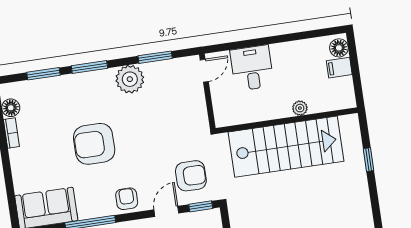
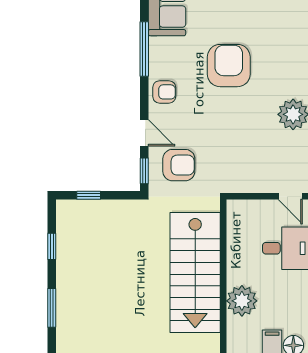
plant: (300, 108) -> (242, 301), width x1.88, depth x1.88
armchair: (191, 176) -> (179, 165), turned -90

